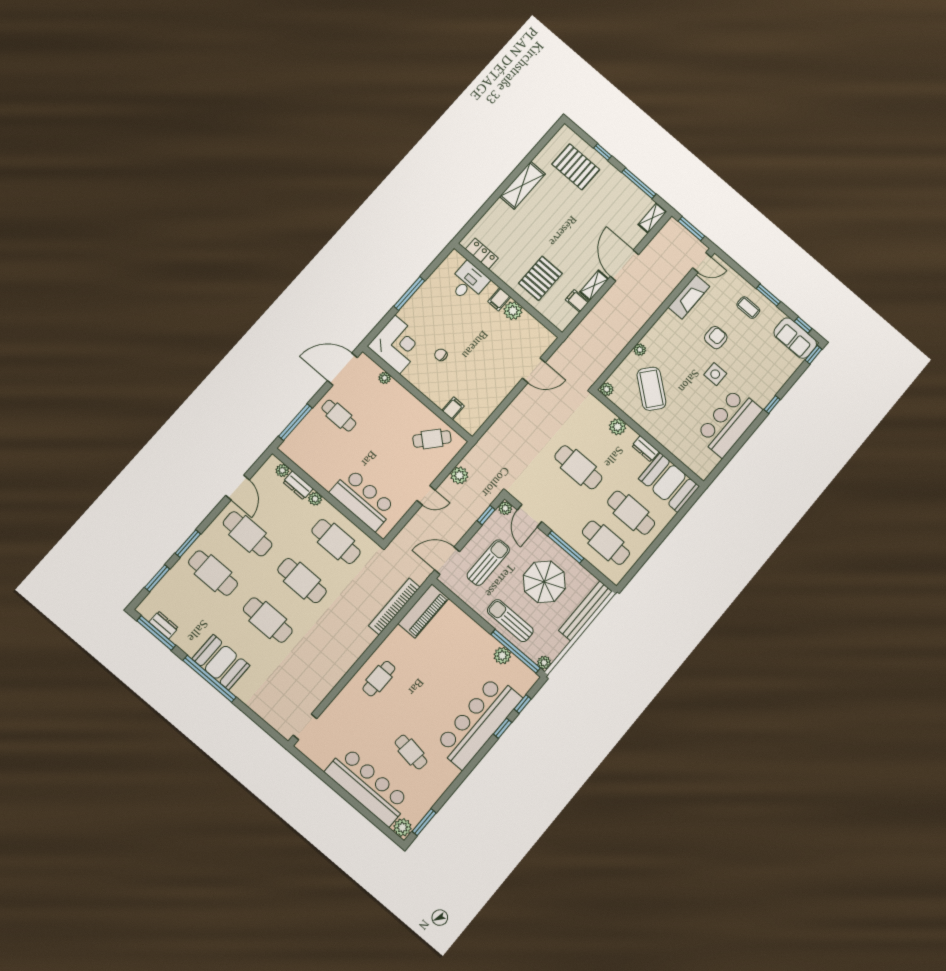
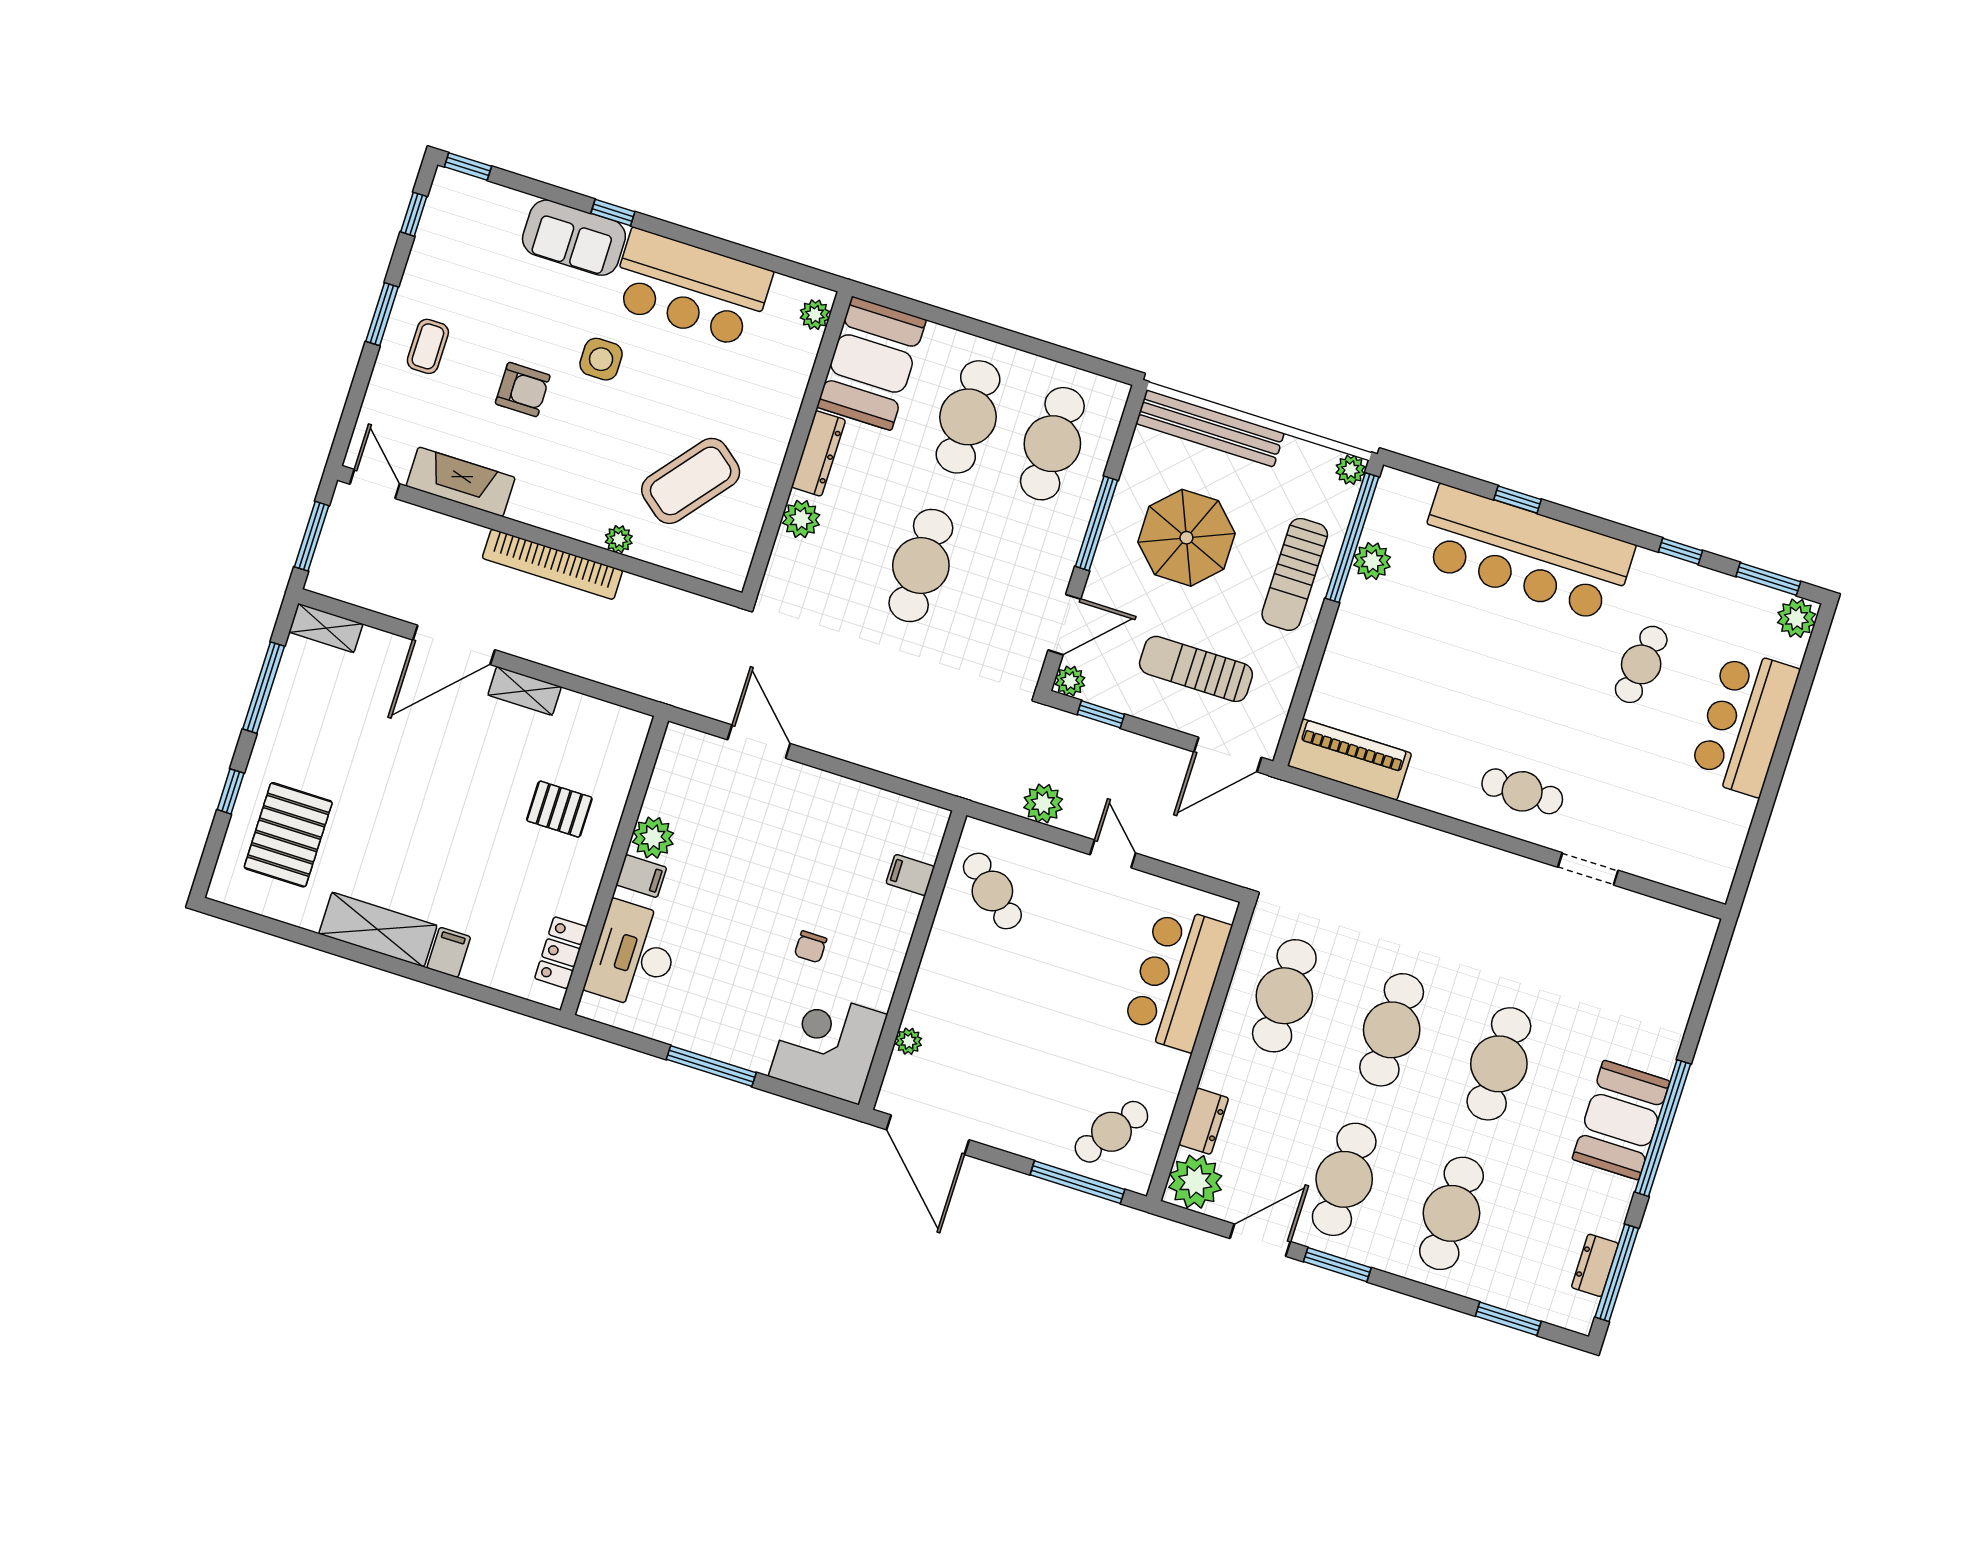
pallet: (540, 278) -> (559, 809), width x0.67, depth x0.71
desk: (468, 282) -> (634, 955), width x1.37
filing cabinet: (577, 301) -> (449, 952), moved, turned 180
armchair: (716, 338) -> (523, 390), turned 180
sofa: (795, 338) -> (574, 238), moved, turned 90
plant: (607, 389) -> (815, 315), moved
cafe table: (339, 416) -> (1111, 1132), moved, turned 36
dresser: (645, 449) -> (818, 453), width x1.44
plant: (282, 470) -> (1195, 1182), width x1.88, depth x1.88
plant: (315, 499) -> (1216, 1075), removed
window: (188, 544) -> (1337, 1265), moved
door: (447, 561) -> (1228, 755), hinge flipped
bookcase: (394, 606) -> (552, 564), moved
window: (523, 704) -> (1680, 551), moved
doorway: (305, 727) -> (1588, 869), moved
bar counter: (368, 786) -> (1744, 723), width x0.73

